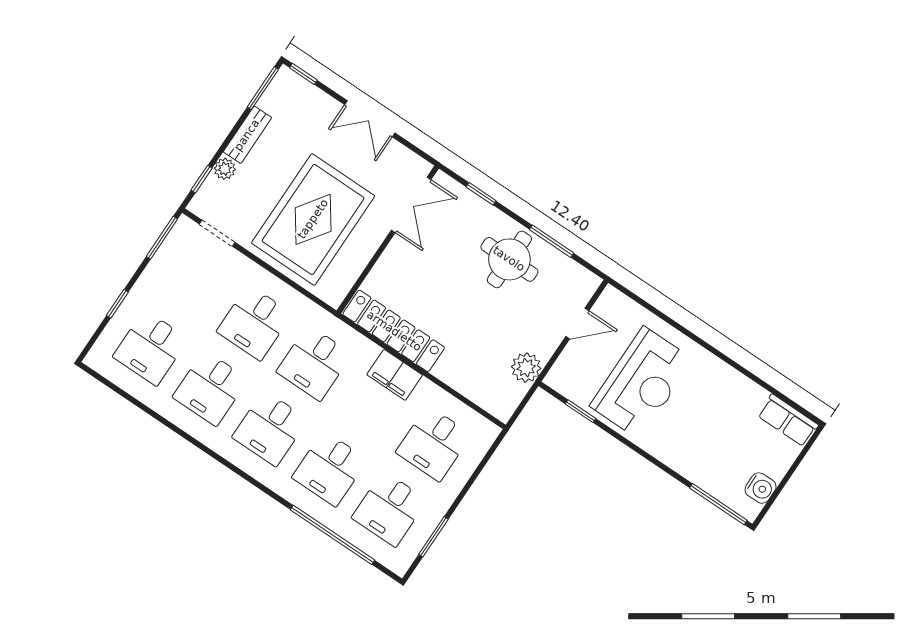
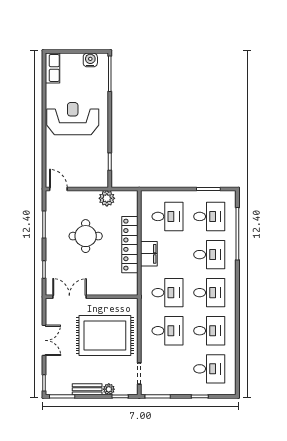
round table: (509, 259) -> (86, 236), moved
door: (577, 323) -> (58, 189), moved
locker: (394, 331) -> (130, 245), moved
reception desk: (642, 383) -> (73, 119), moved

